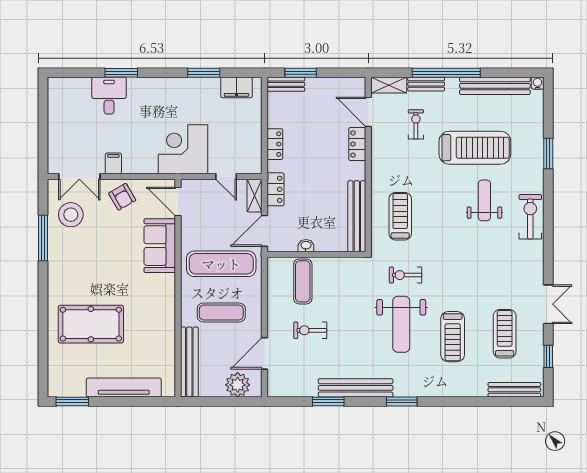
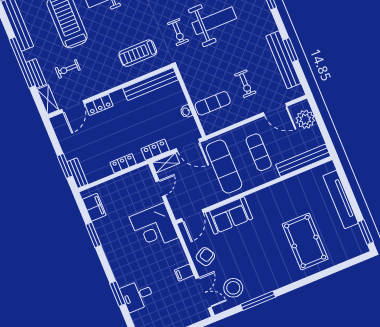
bench: (356, 388) -> (283, 60), moved

